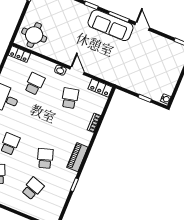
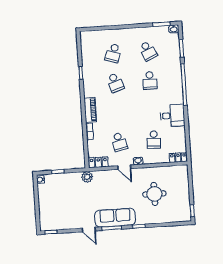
round table: (34, 35) -> (154, 194), moved
plant: (118, 79) -> (87, 177), added
piano: (77, 157) -> (90, 110), moved

